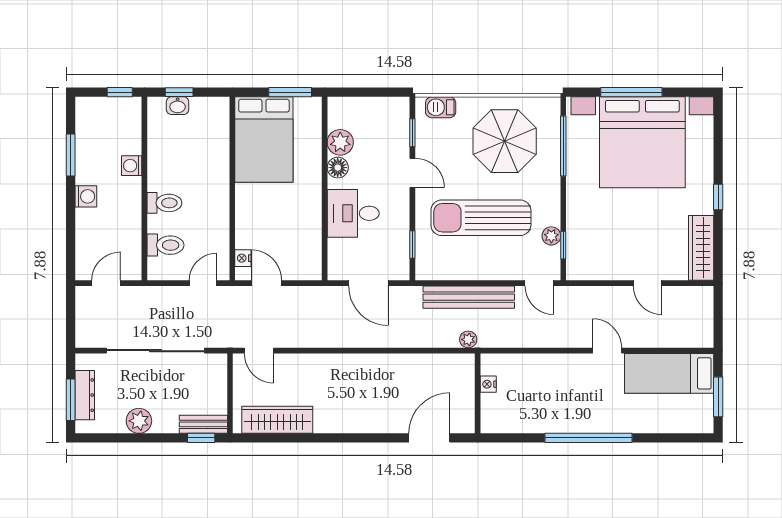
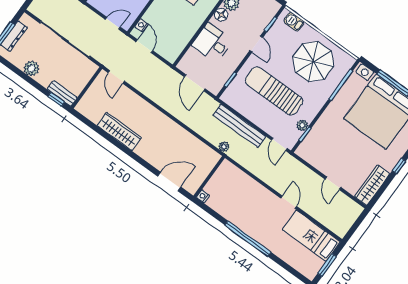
nightstand: (488, 384) -> (203, 196), moved
wardrobe: (277, 420) -> (119, 131), moved

